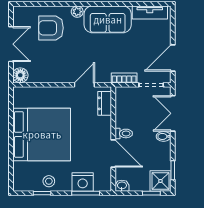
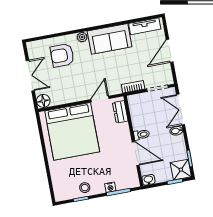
door: (173, 58) -> (170, 51), moved
bed: (42, 134) -> (72, 131), moved, turned 90
nightstand: (83, 182) -> (110, 187), width x0.53, depth x0.56

